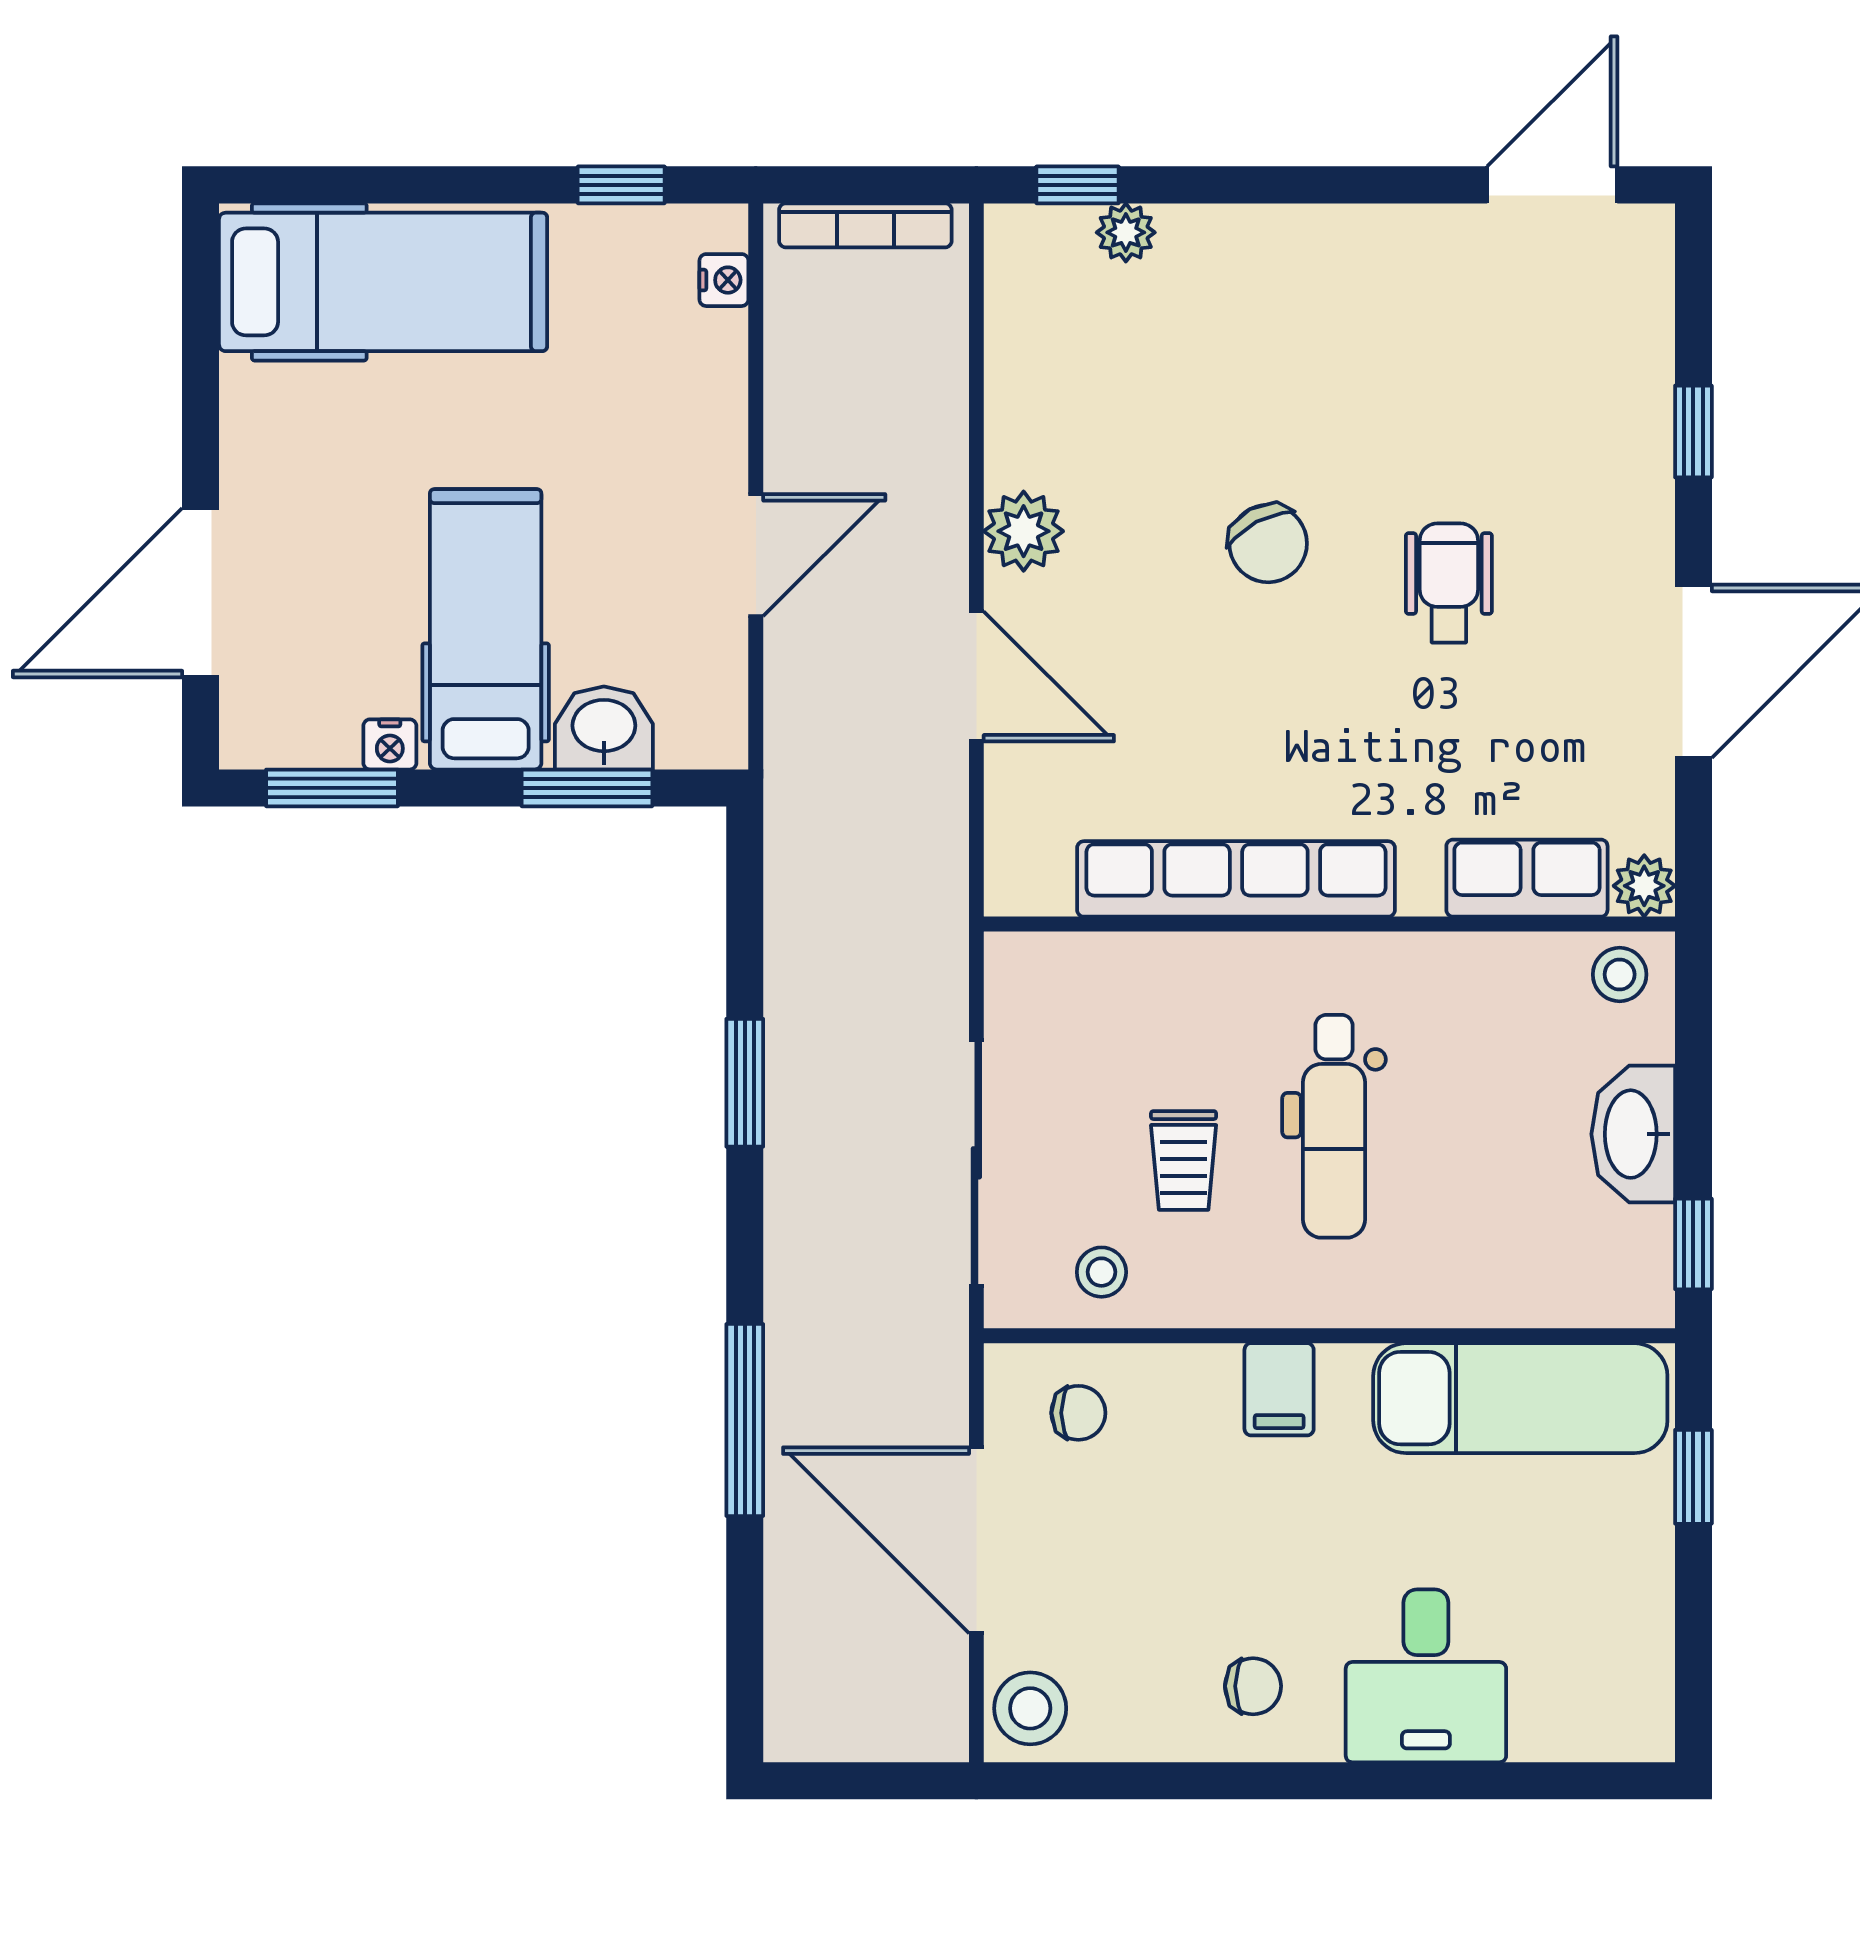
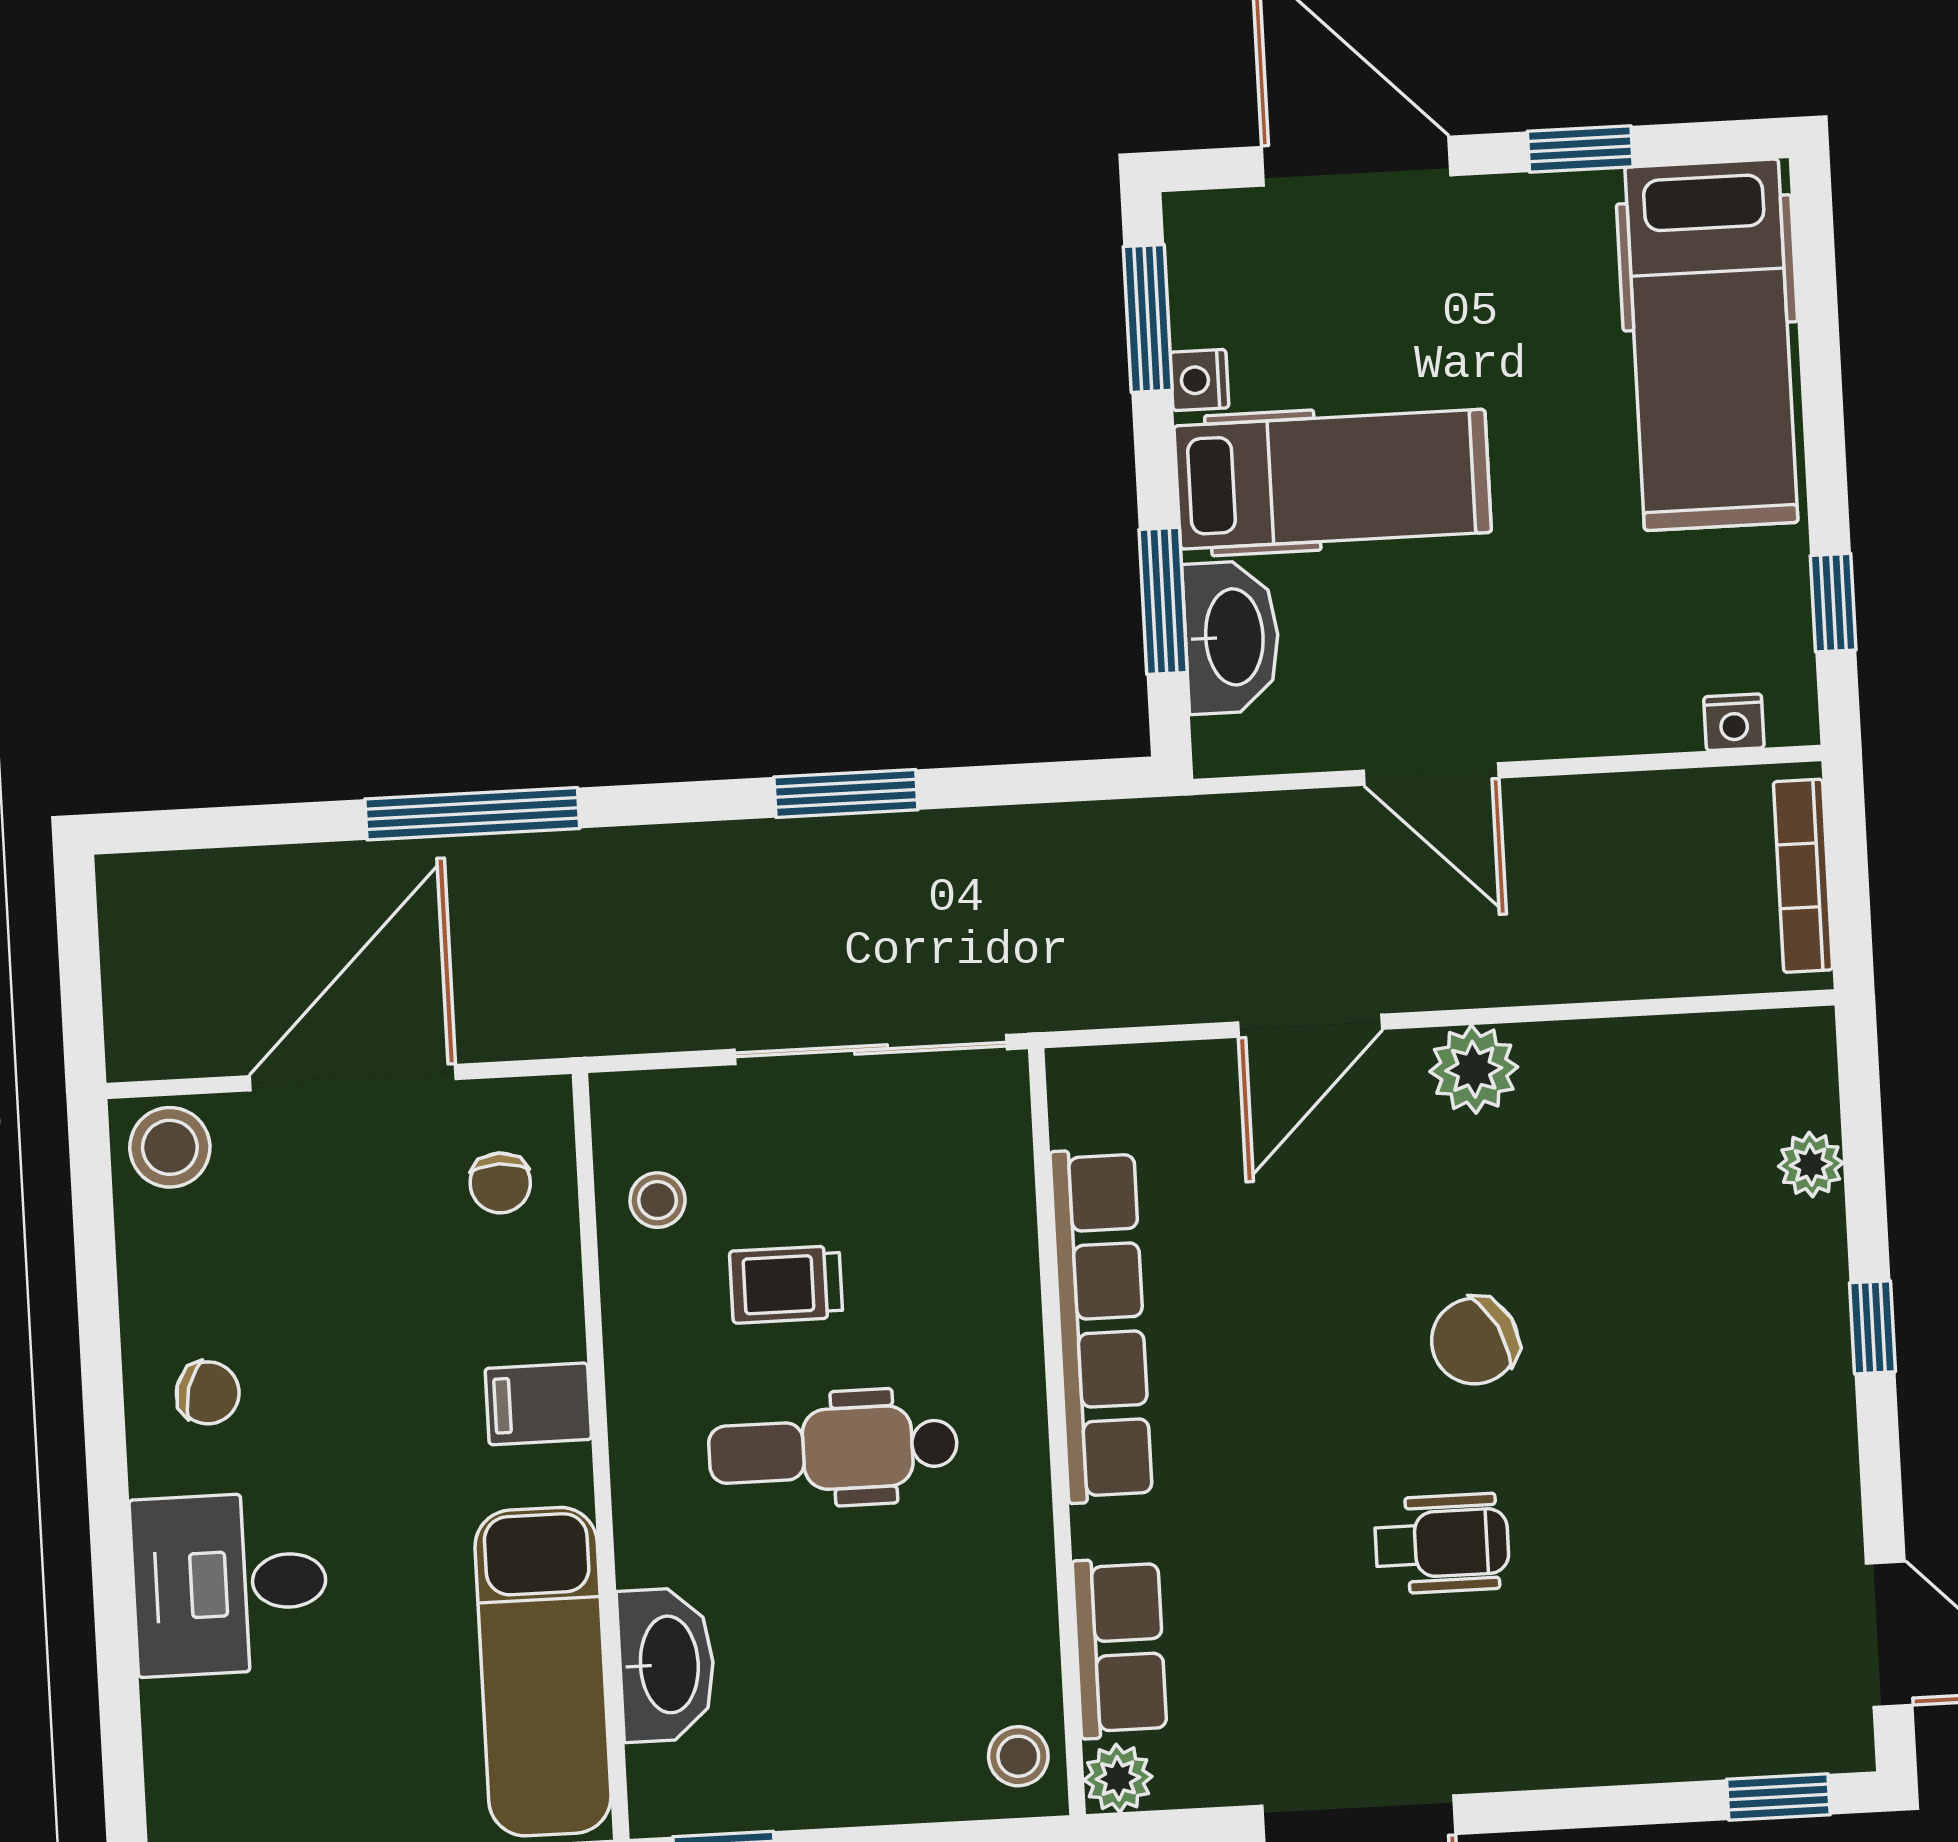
window: (1078, 185) -> (1872, 1327), moved
window: (201, 390) -> (1580, 149), added
window: (1693, 431) -> (1778, 1797), moved
washbasin: (604, 728) -> (1232, 637), width x1.38
washbasin: (1633, 1134) -> (667, 1665), moved, turned 90
sliding door: (976, 1163) -> (871, 1050), moved
chair: (1253, 1686) -> (208, 1393), turned -74

